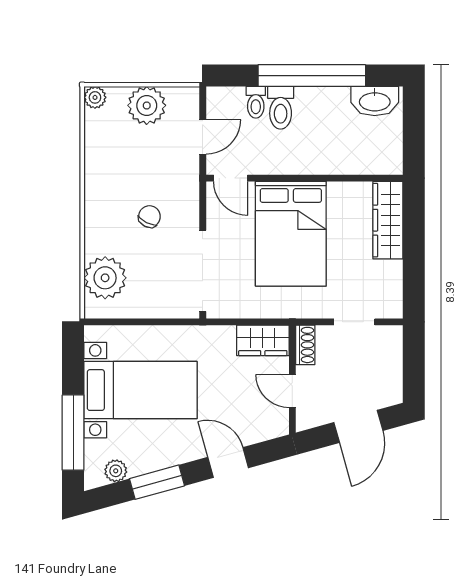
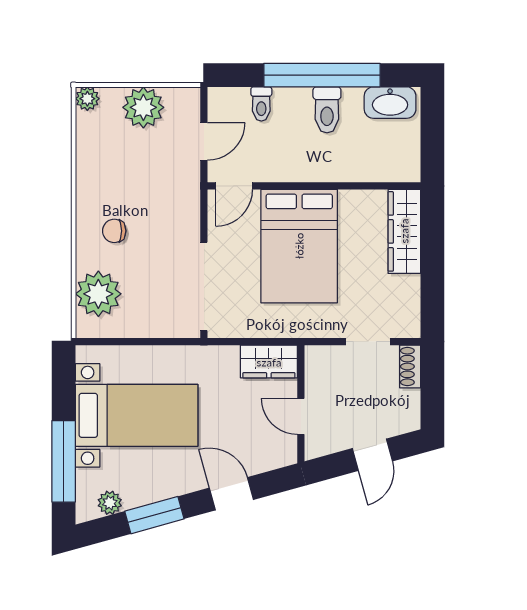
toilet: (281, 108) -> (327, 110), moved
door: (231, 178) -> (234, 186), hinge flipped
chair: (149, 217) -> (114, 231), moved, turned -117
shoe rack: (305, 345) -> (410, 366), moved, turned 180
door: (358, 426) -> (372, 455), width x0.73

